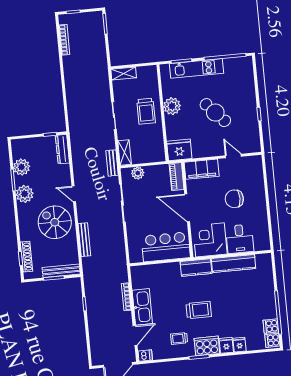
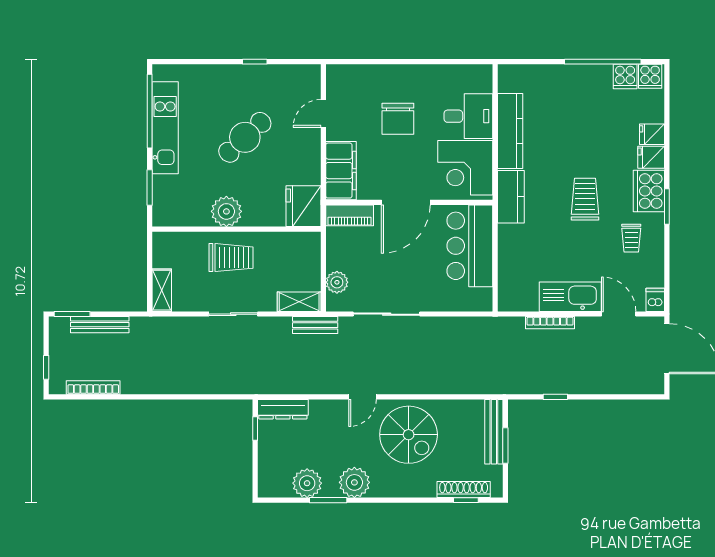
kitchen unit: (197, 68) -> (165, 128), moved
spiral stairs: (55, 222) -> (409, 435), turned -90
bench: (84, 240) -> (100, 325), moved

